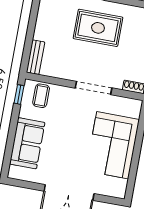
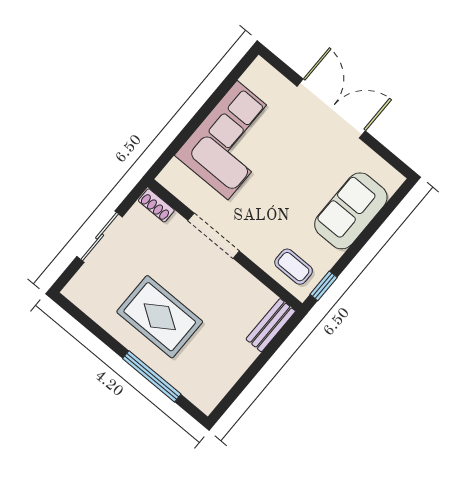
coffee table: (41, 96) -> (294, 267), turned 90

